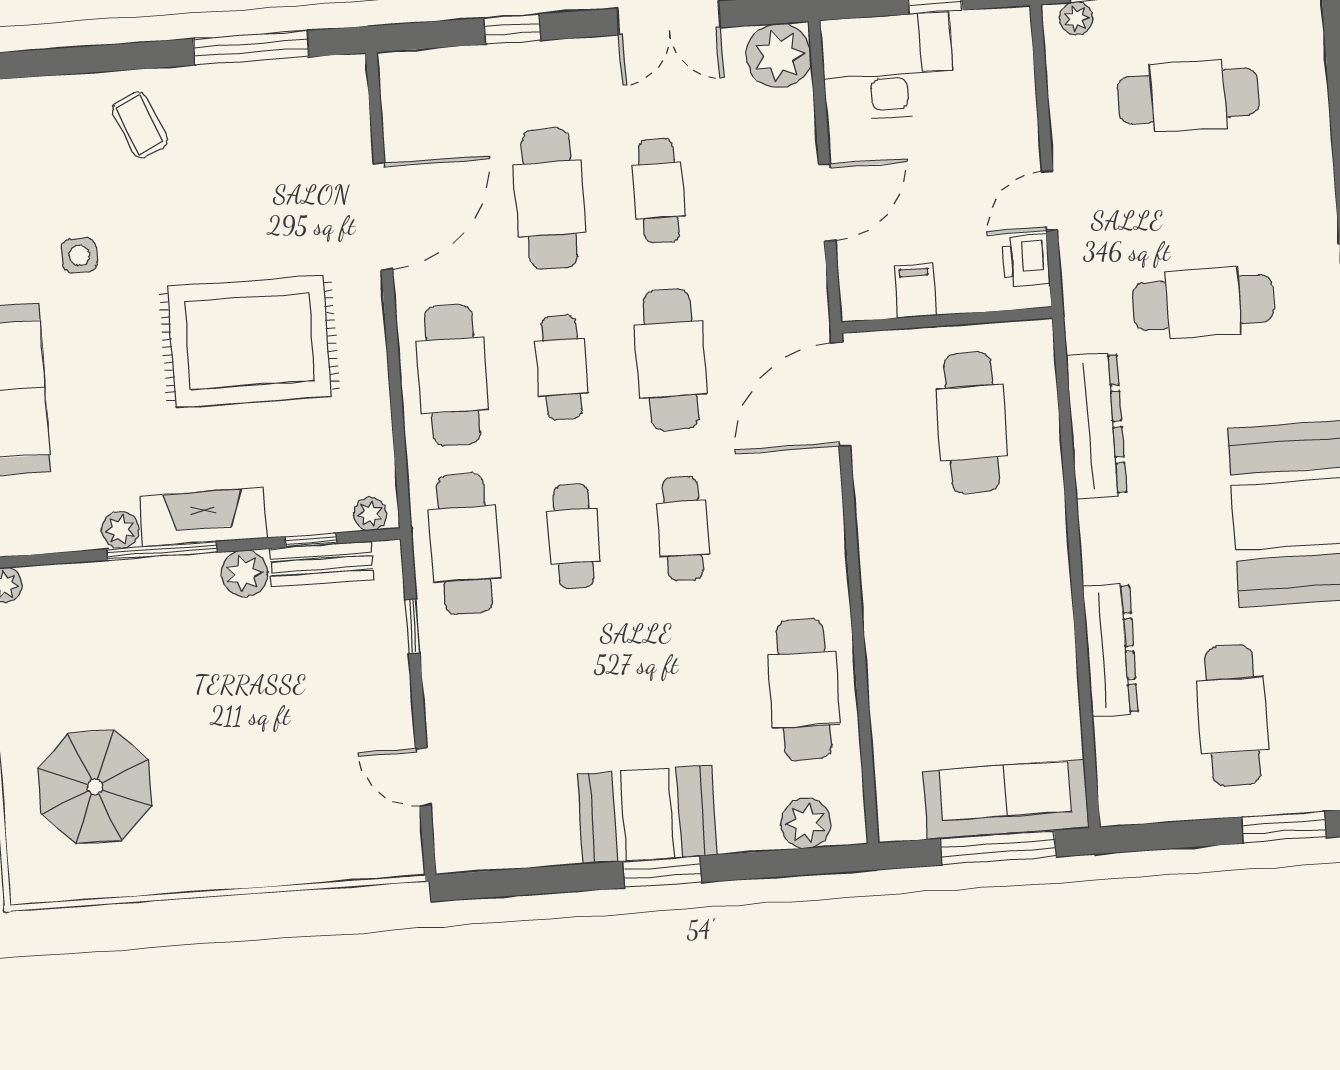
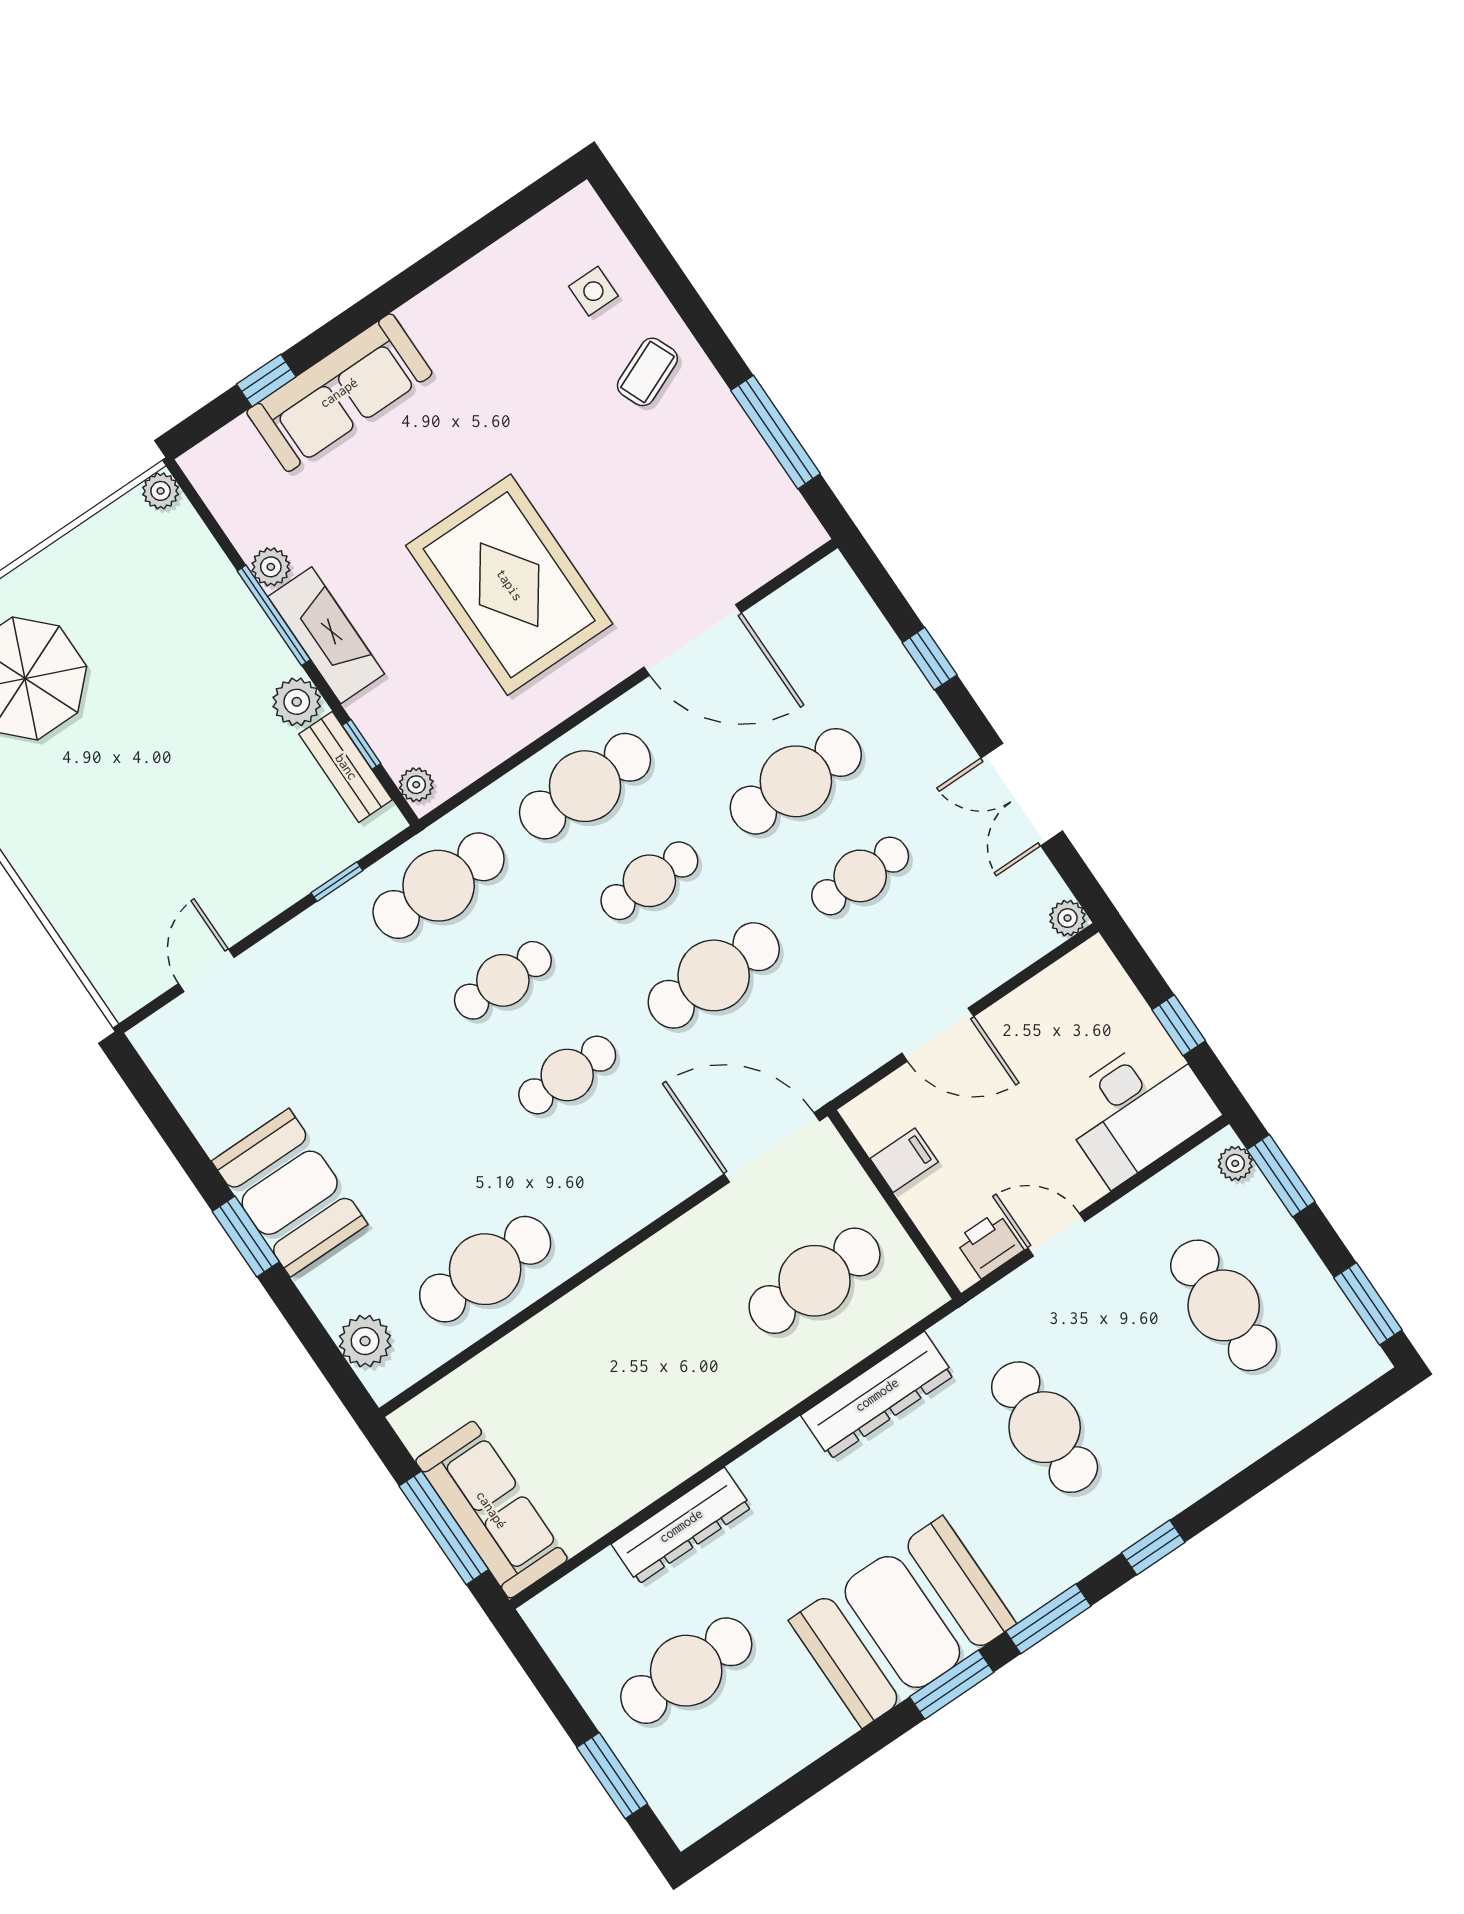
plant: (779, 56) -> (1067, 918), width x0.53, depth x0.53
desk: (888, 66) -> (1137, 1109), moved, turned 90
side table: (79, 255) -> (593, 291), moved

